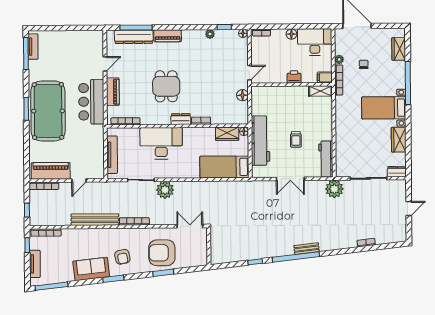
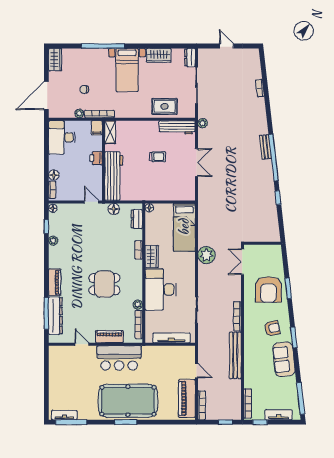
floor lamp: (291, 34) -> (54, 175), moved
wardrobe: (399, 49) -> (55, 60), moved, turned -90
dresser: (181, 119) -> (137, 219), moved
plant: (146, 120) -> (138, 305), added
wardrobe: (227, 134) -> (152, 256), moved
workbench: (260, 141) -> (114, 176), moved, turned 90
rug: (347, 146) -> (165, 106), added
plant: (334, 189) -> (203, 123), width x0.53, depth x0.53
plant: (165, 190) -> (206, 255), moved

